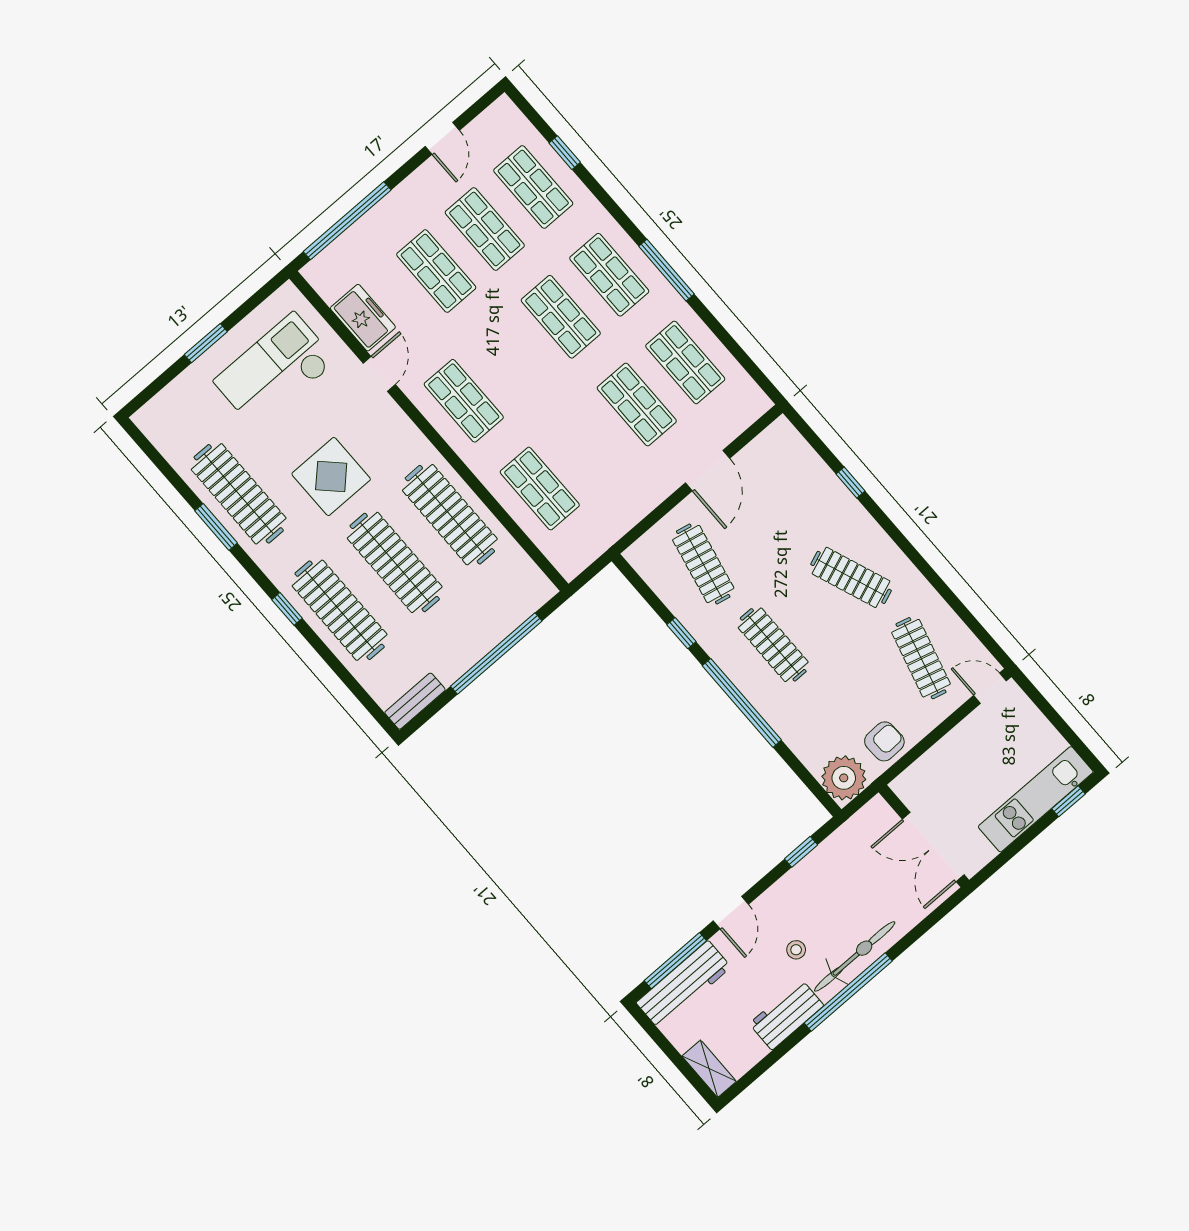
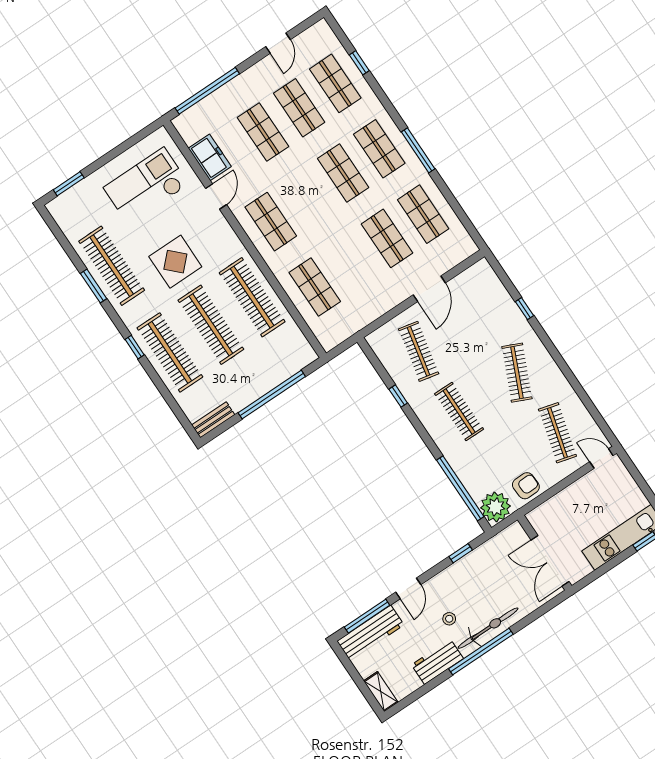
window: (206, 343) -> (69, 184), moved
clothes rail: (851, 577) -> (517, 373), turned 45
window: (742, 703) -> (460, 488), moved

